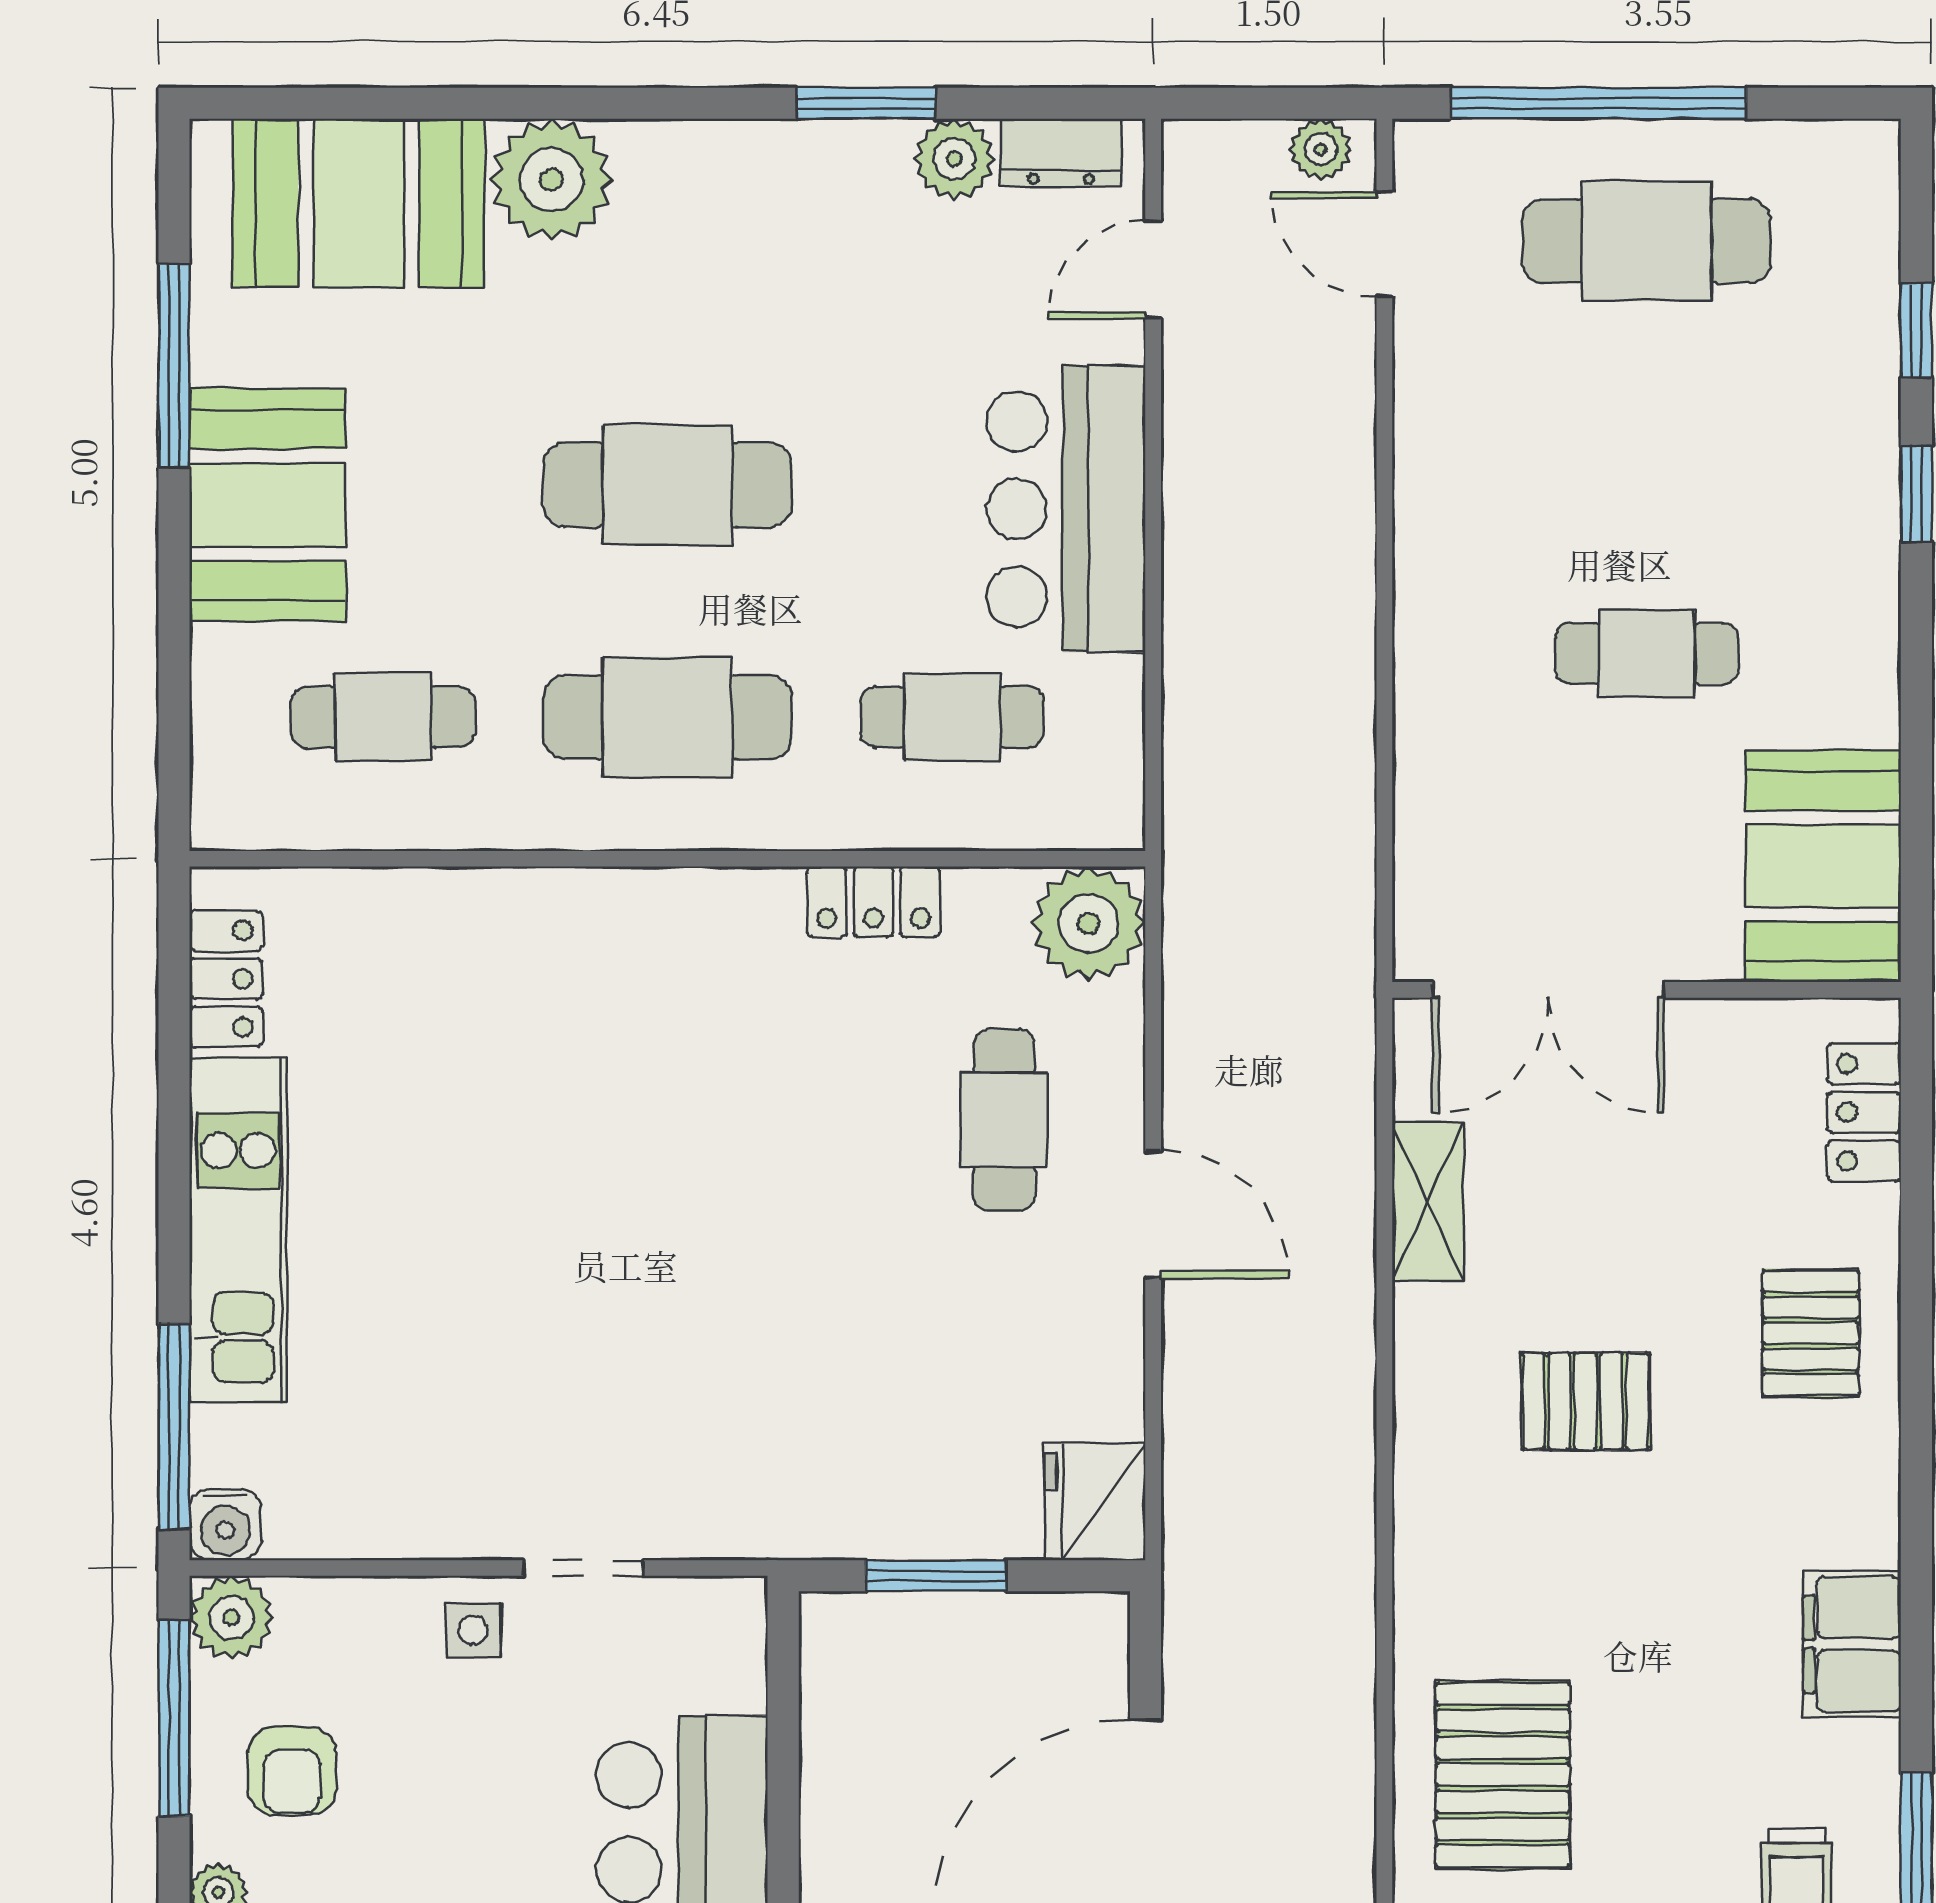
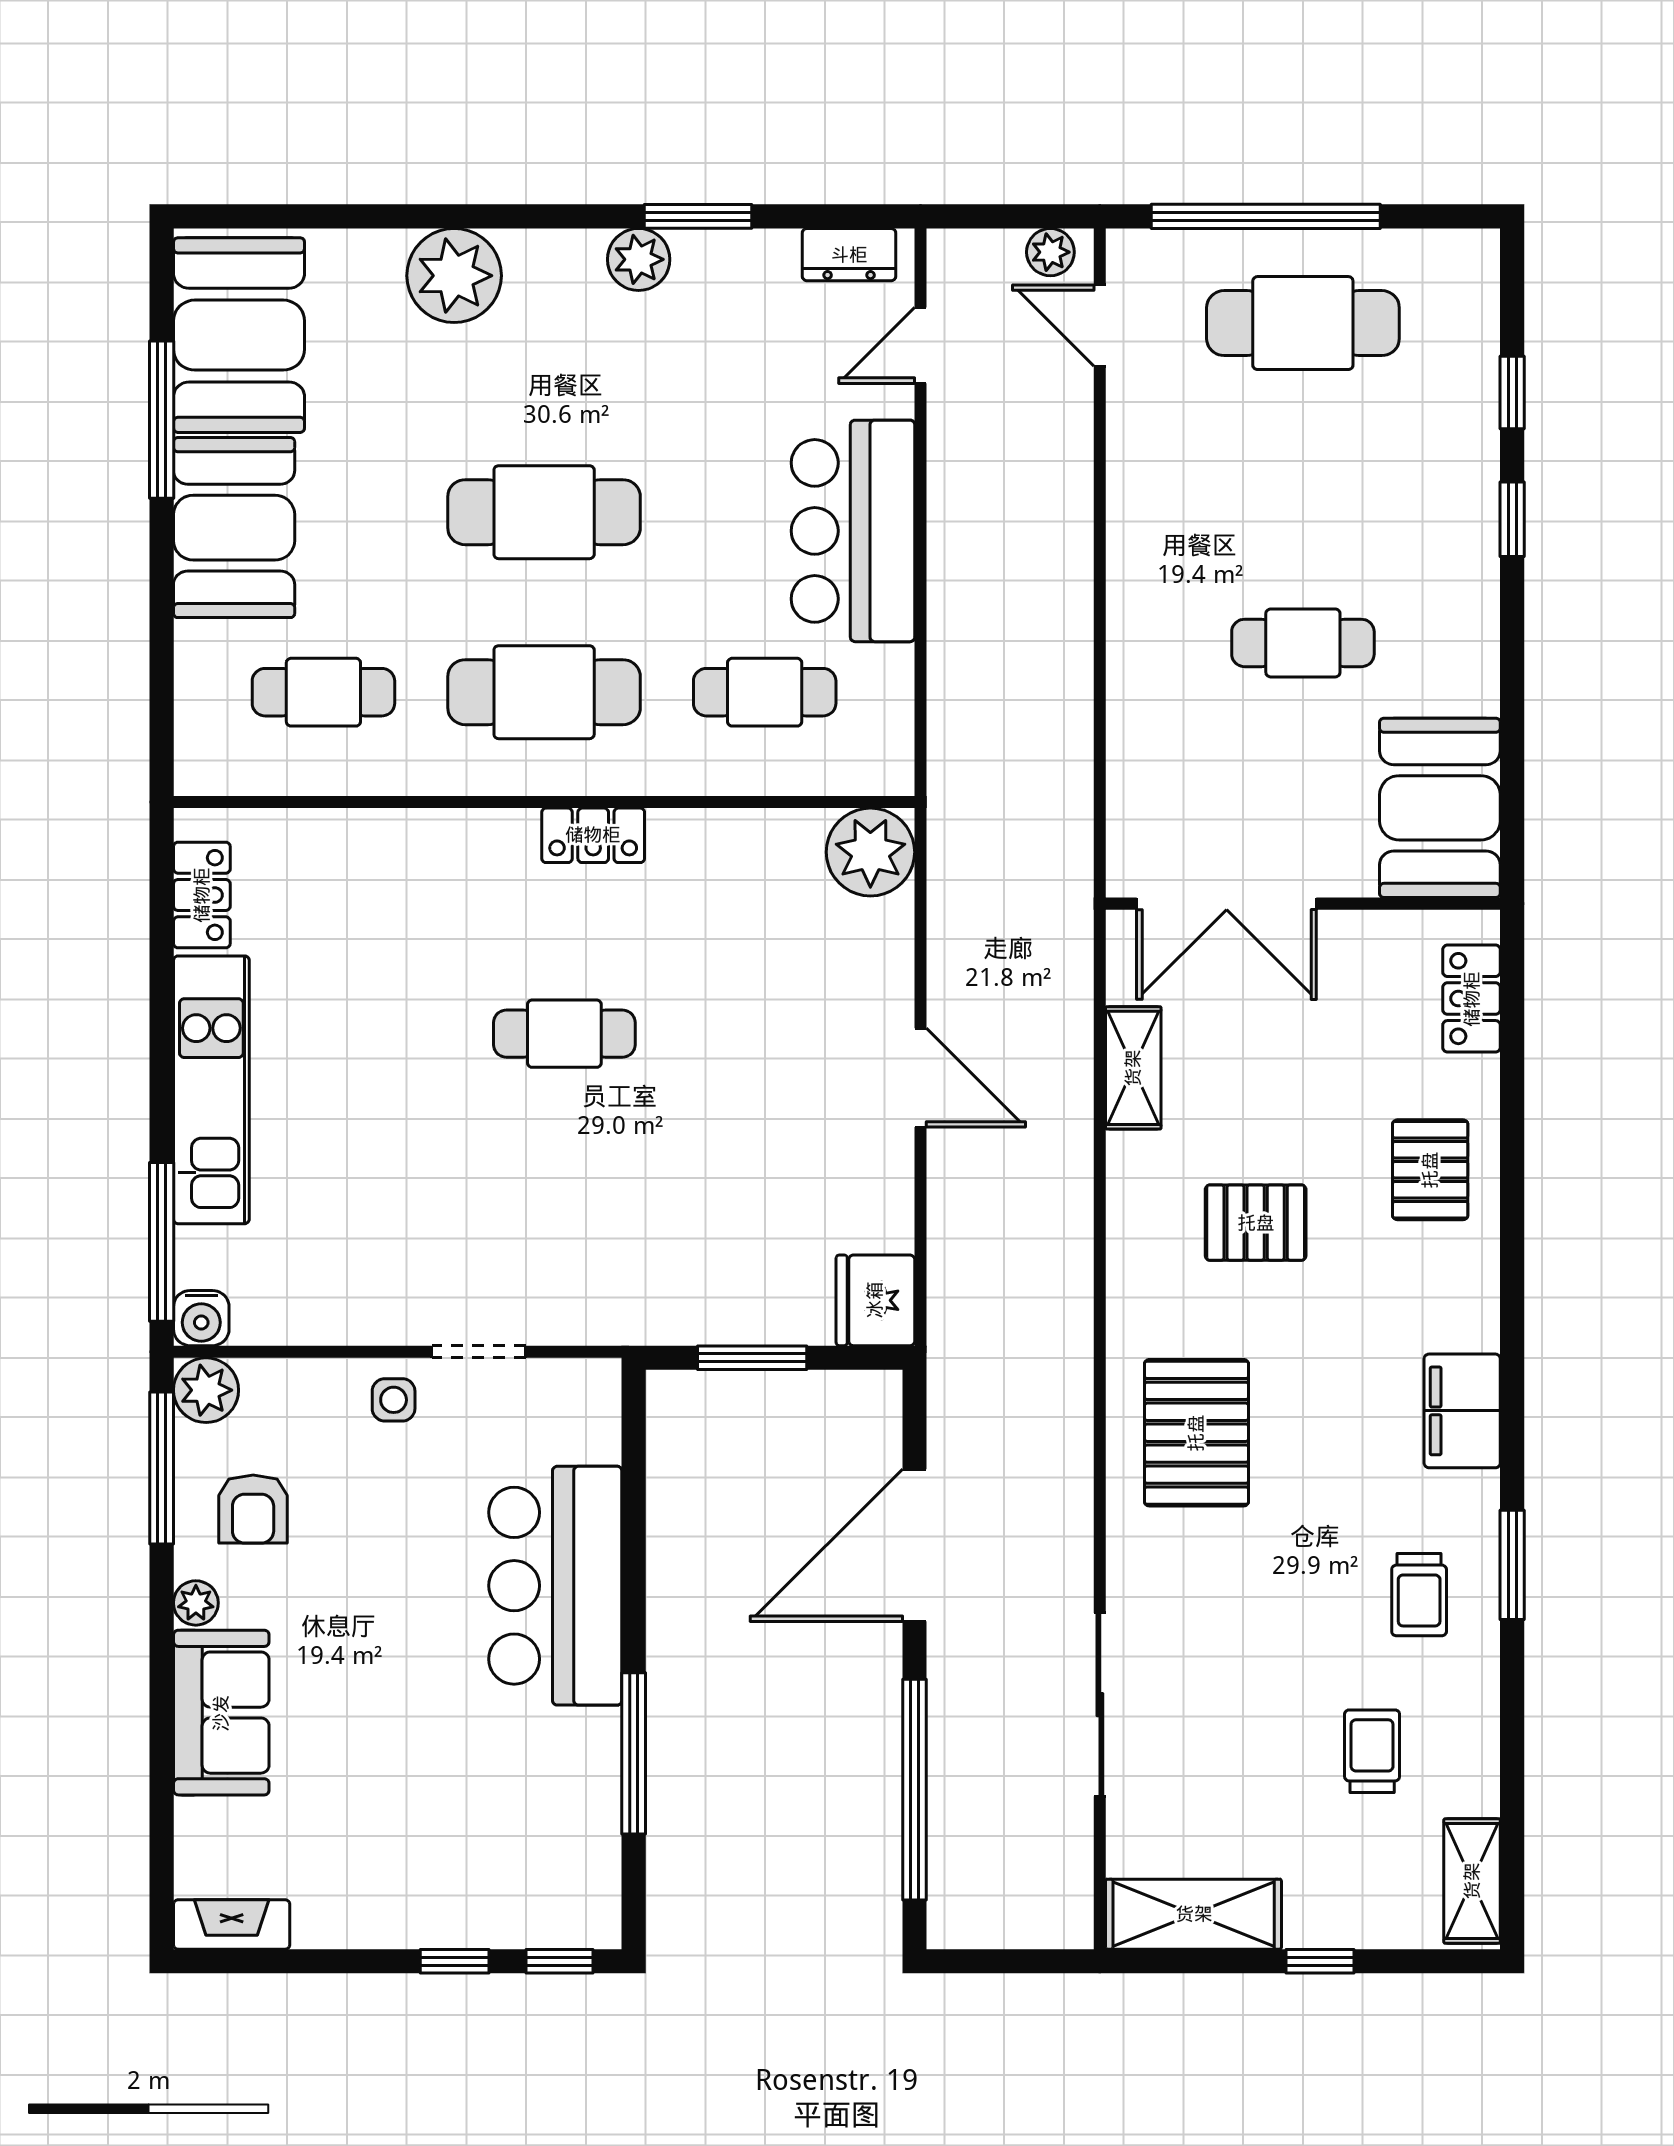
plant: (954, 159) -> (639, 259), moved
booth: (359, 203) -> (239, 335), moved, turned 90
locker: (874, 902) -> (593, 835), moved
cafe table: (1004, 1120) -> (564, 1034), moved, turned 90
pallet: (1503, 1775) -> (1196, 1433), moved

